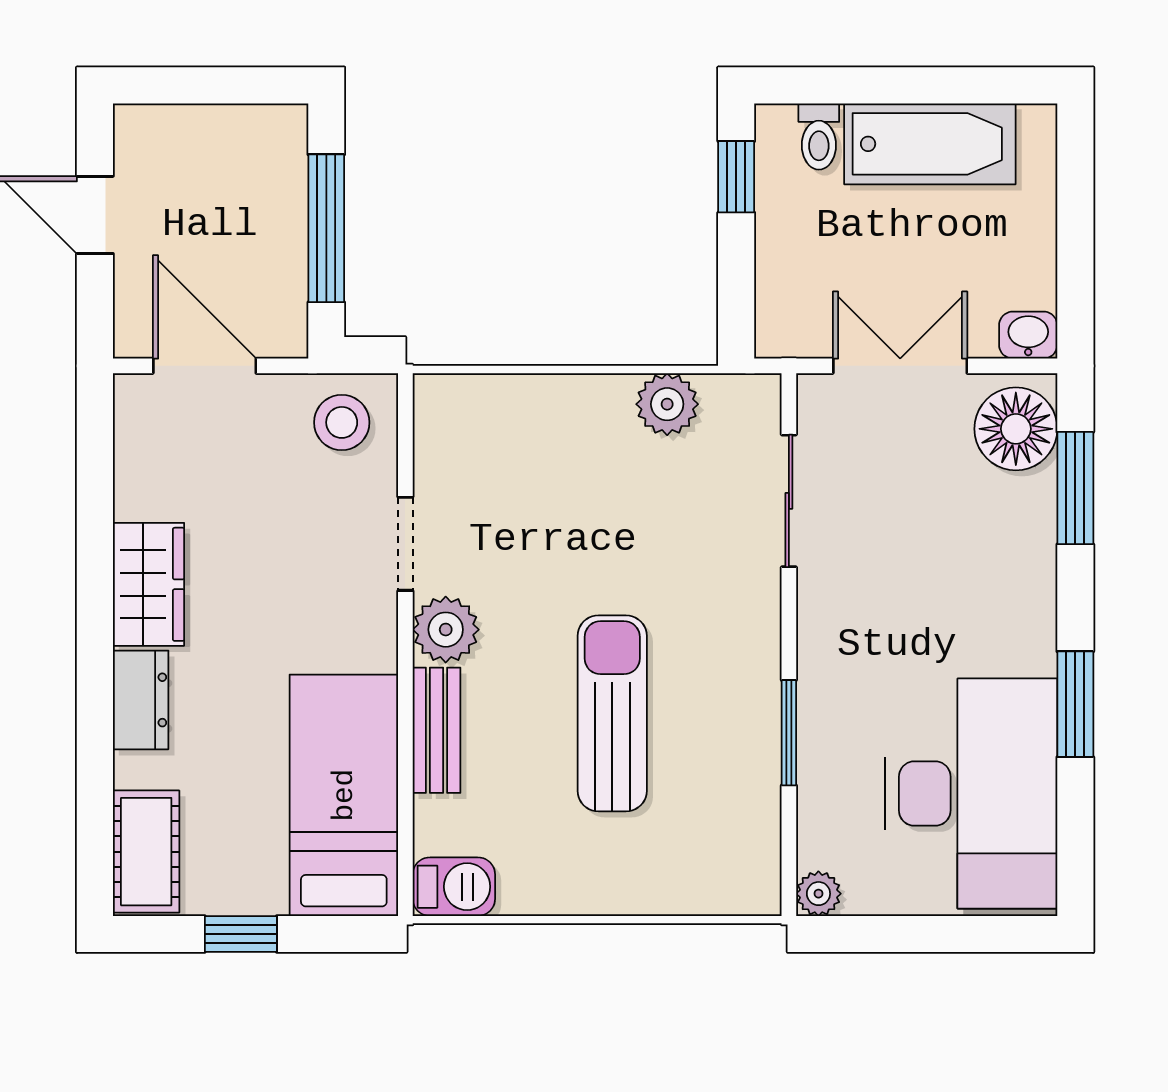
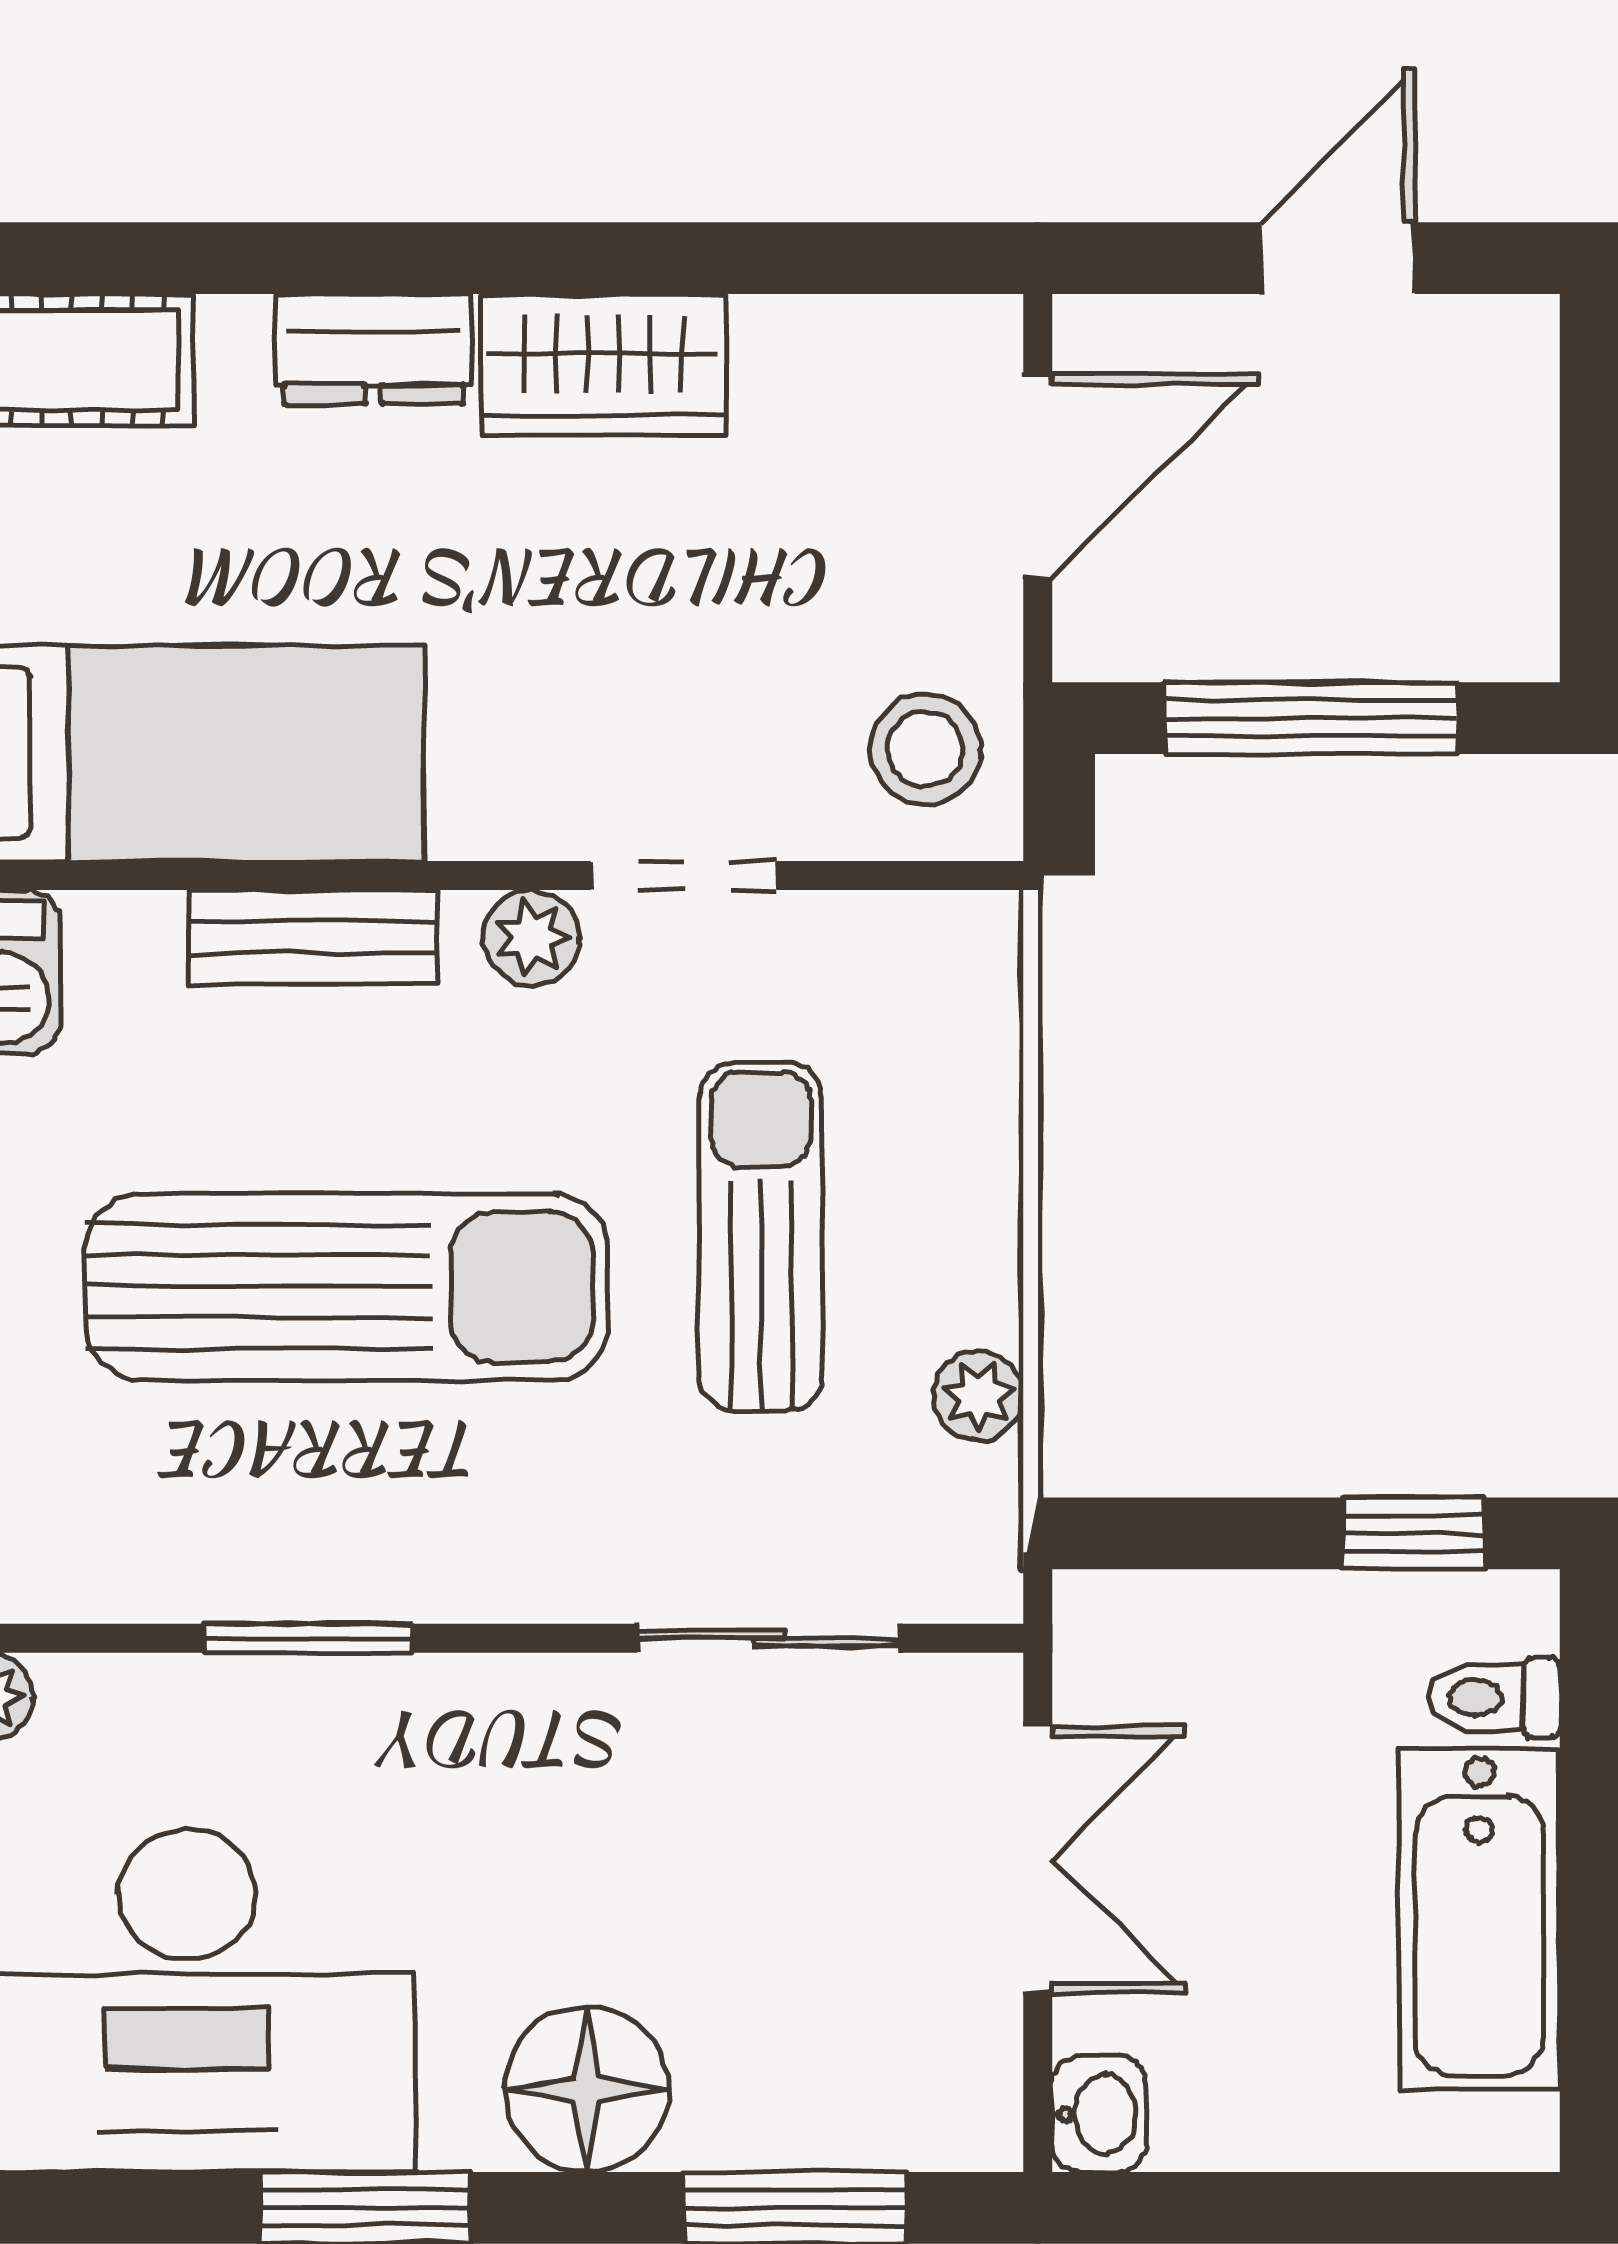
plant: (667, 404) -> (979, 1396), width x0.73, depth x0.73
floor lamp: (1016, 429) -> (587, 2090), moved
sun lounger: (587, 505) -> (761, 1236), added
plant: (446, 630) -> (531, 938), width x0.73, depth x0.73
sun lounger: (612, 713) -> (347, 1287), width x1.36, depth x1.34

